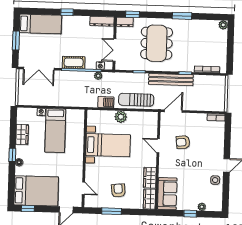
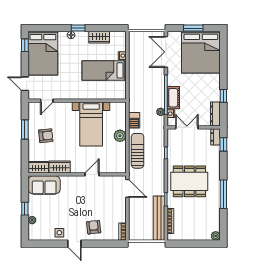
window: (67, 12) -> (223, 96), moved
window: (182, 16) -> (223, 194), width x1.44
bed: (40, 24) -> (201, 52), width x2.04
dining table: (157, 43) -> (189, 181), moved
cot: (74, 62) -> (173, 98), moved
bench: (171, 80) -> (159, 218), moved
armchair: (183, 142) -> (94, 227), moved

